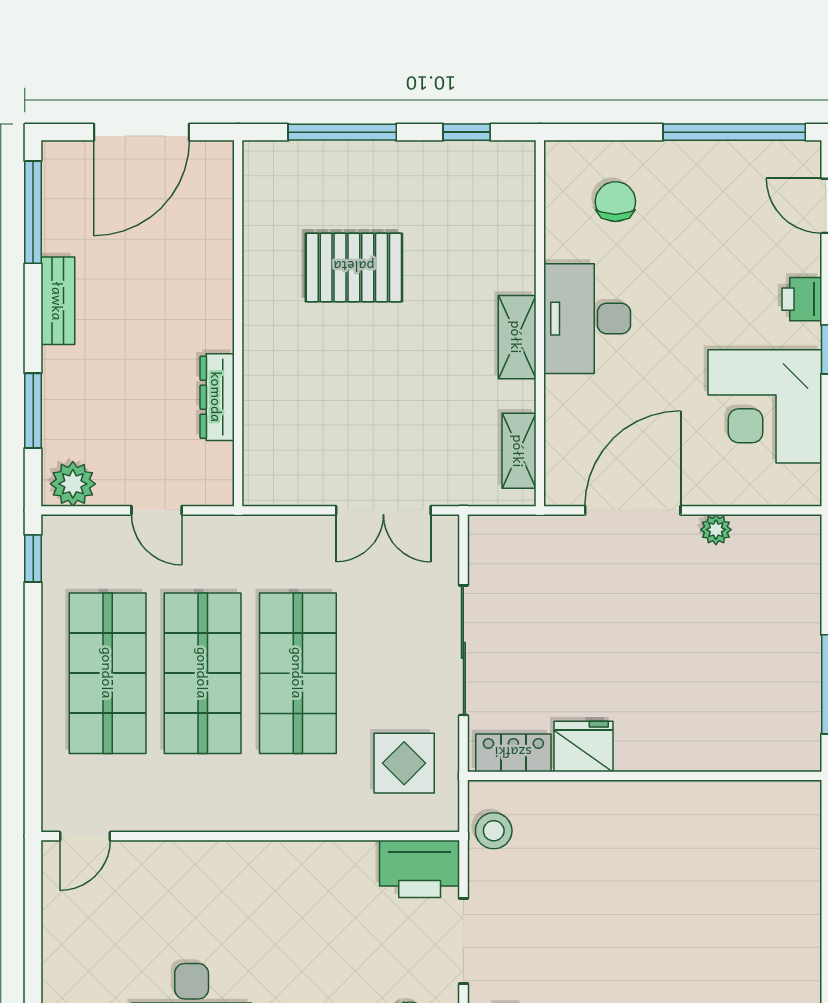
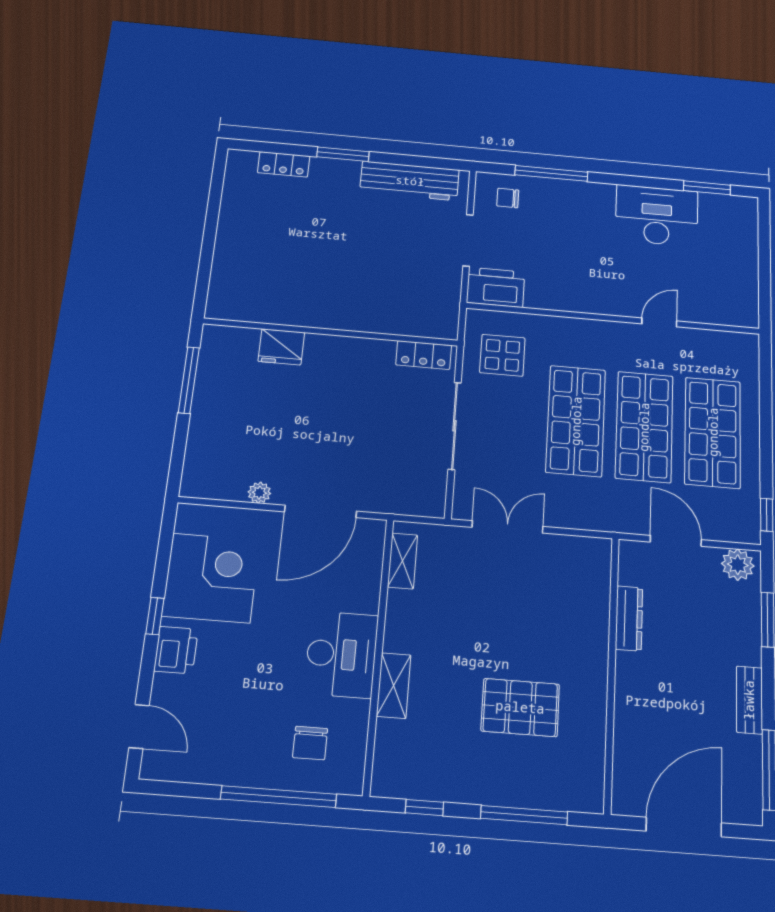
window: (734, 132) -> (279, 797), moved
printer: (802, 299) -> (176, 650), width x1.36, depth x1.24
shelving: (517, 337) -> (394, 686), moved
door: (157, 510) -> (676, 541), width x1.38
fridge: (583, 746) -> (281, 347), moved
stool: (494, 831) -> (442, 307), removed
door: (85, 836) -> (659, 322), moved

